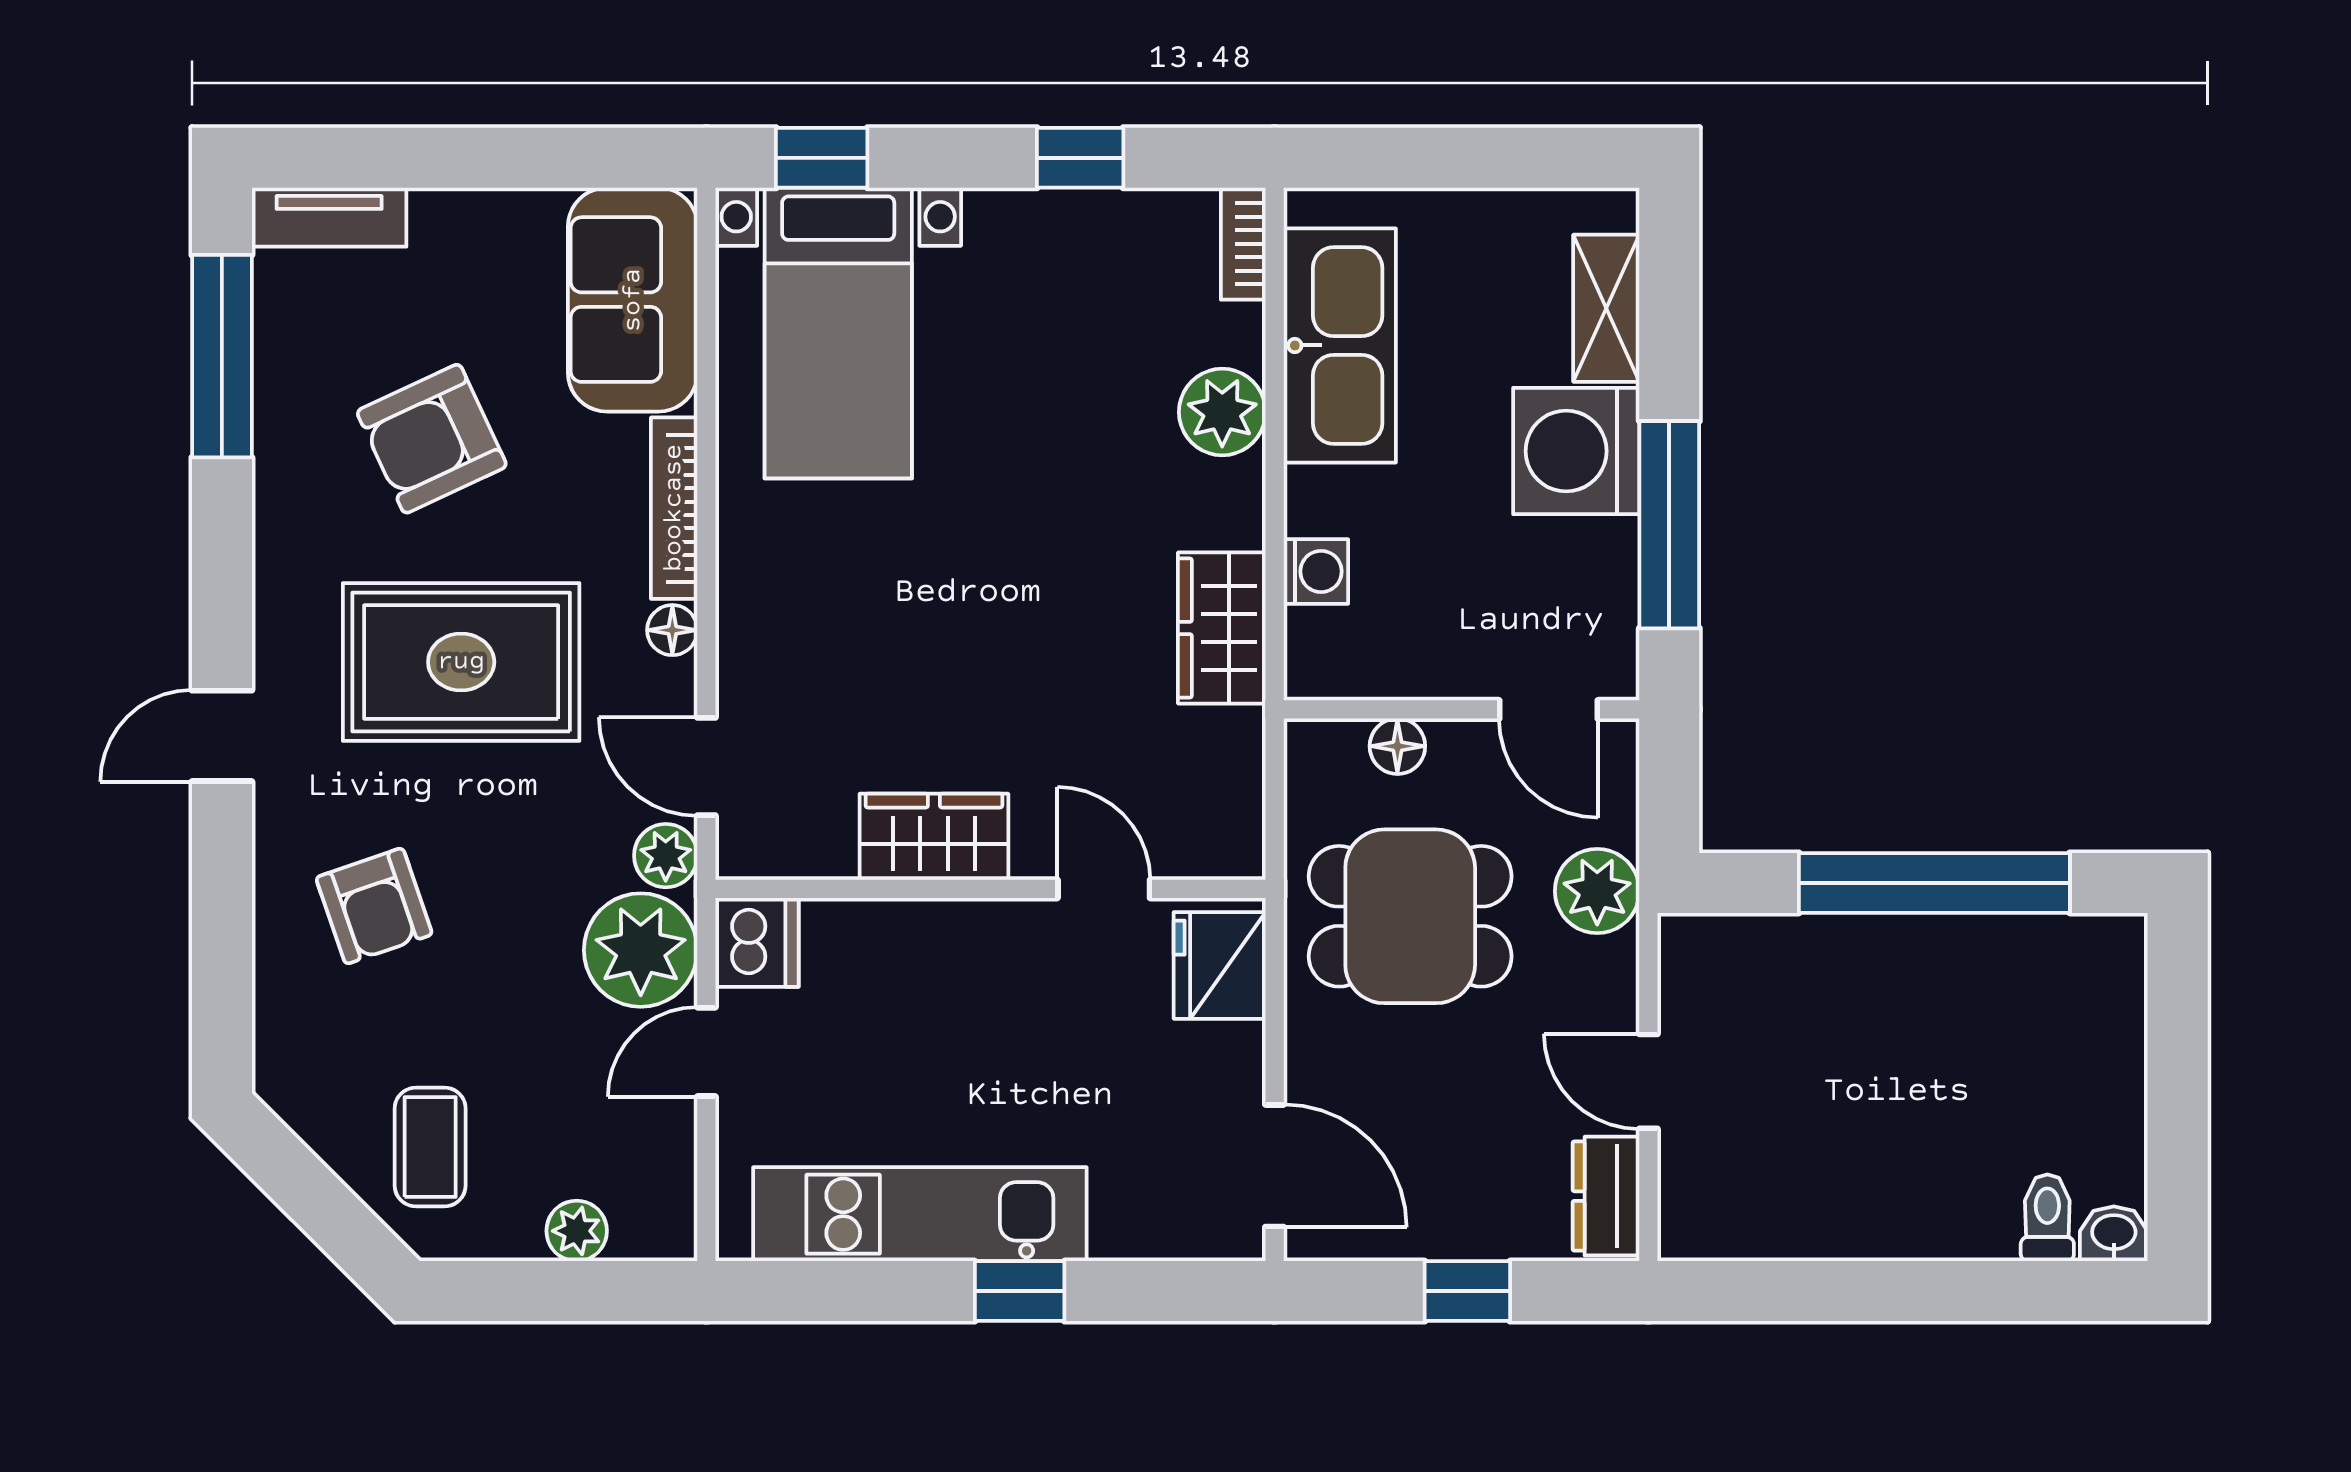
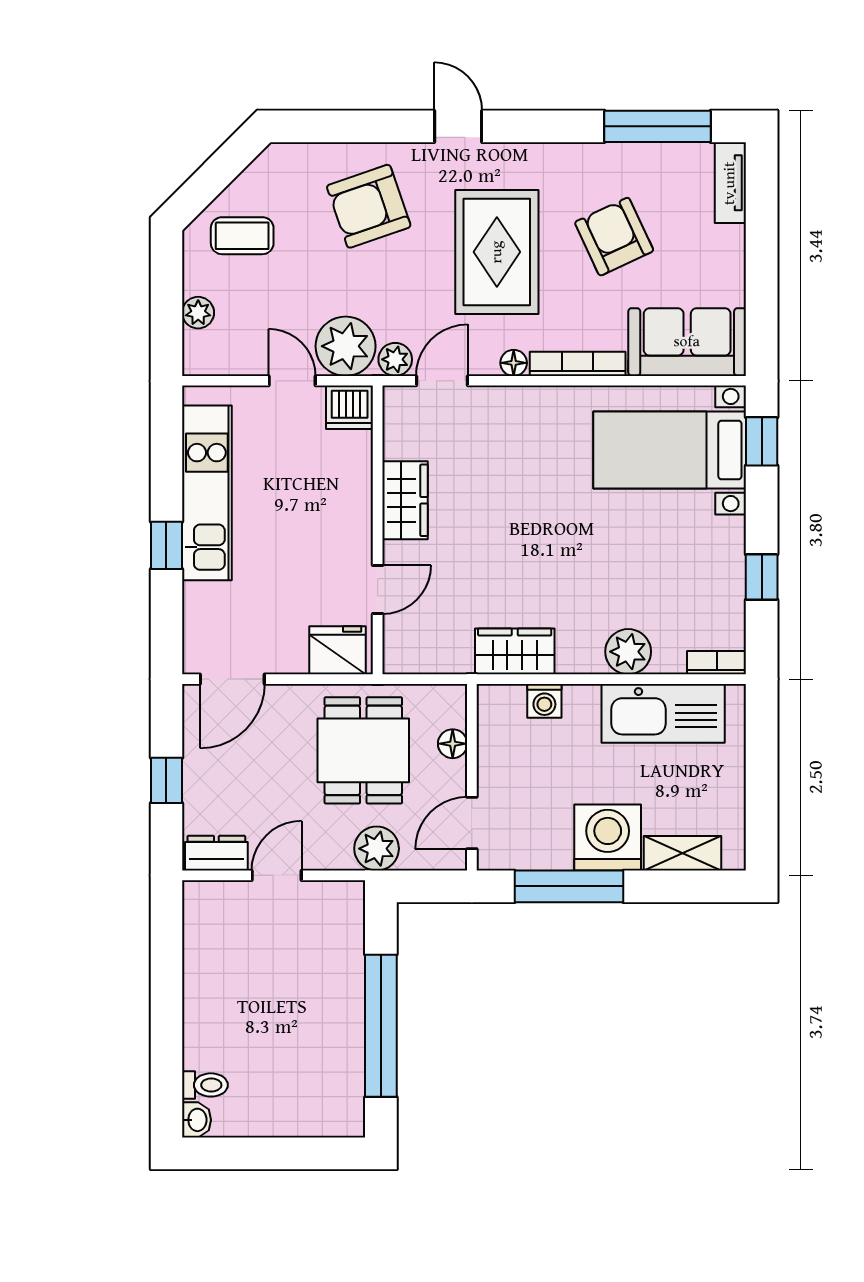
armchair: (374, 906) -> (369, 206), width x1.38, depth x1.38

